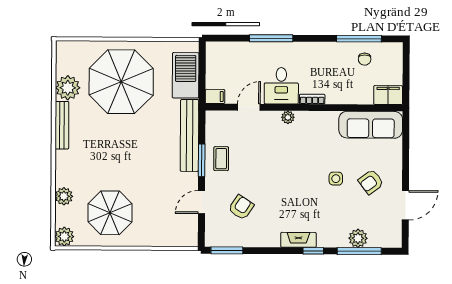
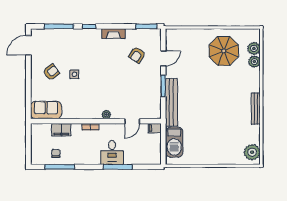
parasol: (121, 82) -> (217, 138), removed
desk: (281, 86) -> (112, 153), moved, turned 180
plant: (68, 88) -> (252, 152), moved
filing cabinet: (388, 95) -> (61, 130), moved
sofa: (371, 125) -> (46, 110), width x0.73
coffee table: (221, 159) -> (150, 87), removed
door: (405, 205) -> (28, 45), moved
plant: (64, 237) -> (254, 48), moved
plant: (358, 238) -> (60, 35), removed
fireplace: (298, 240) -> (113, 34), moved

